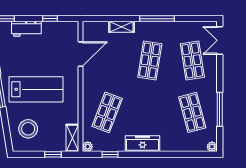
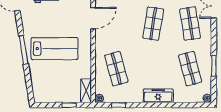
window: (220, 109) -> (214, 66), width x0.69
shop shelf: (107, 112) -> (116, 69), turned -36
stool: (28, 129) -> (48, 83), removed
freezer: (143, 144) -> (158, 96), moved

